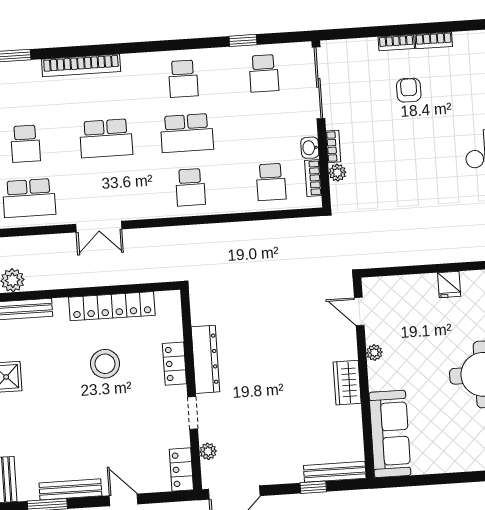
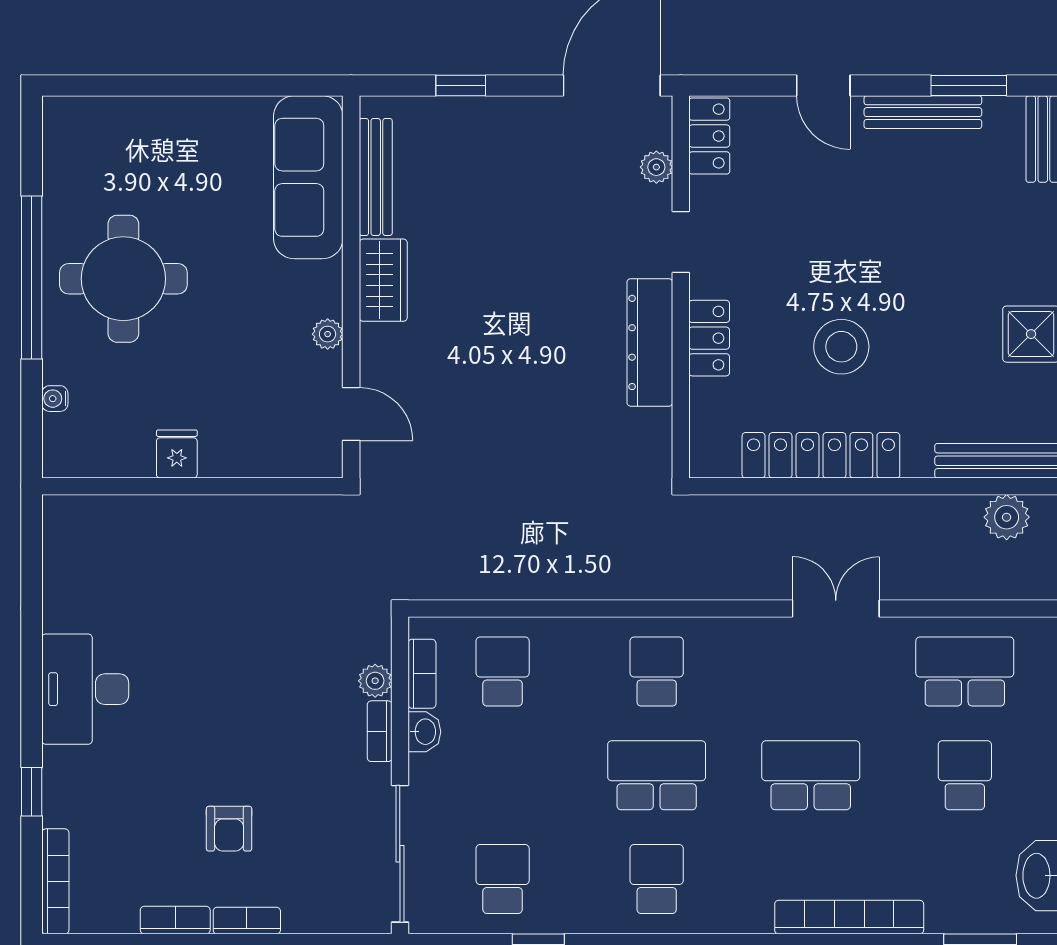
bench: (335, 472) -> (376, 177), moved, turned 90

